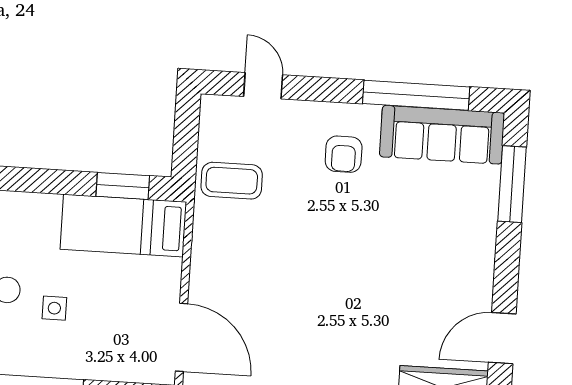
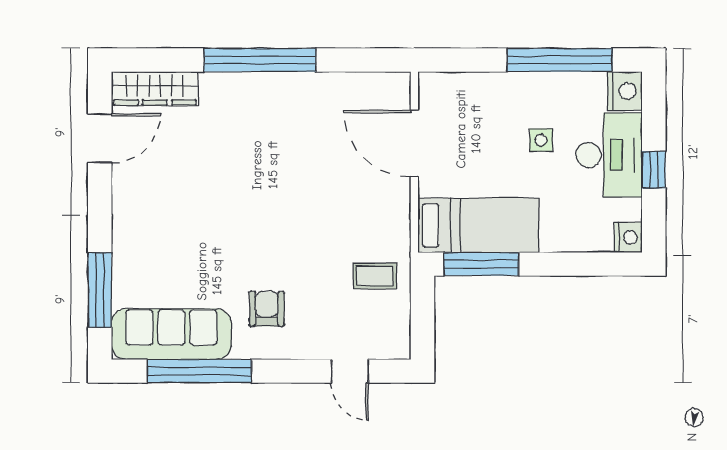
coffee table: (232, 181) -> (375, 276), width x0.73, depth x0.77
window: (123, 186) -> (481, 264), width x1.44
door: (182, 337) -> (414, 144), moved

